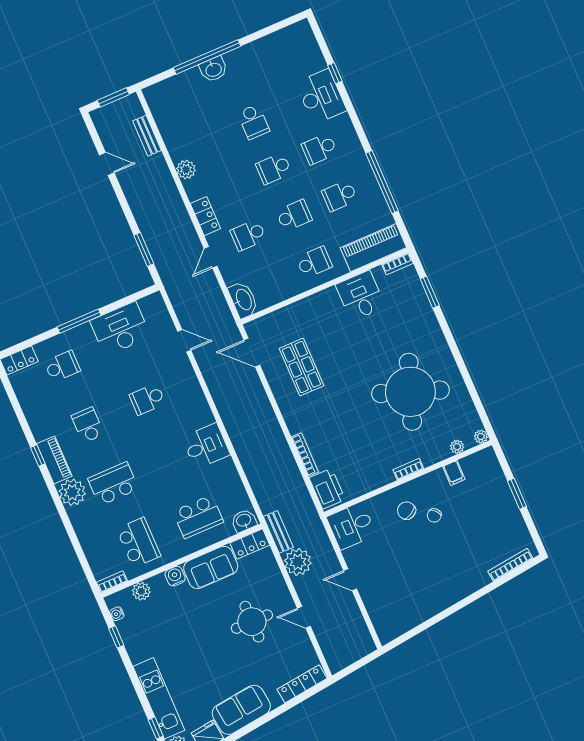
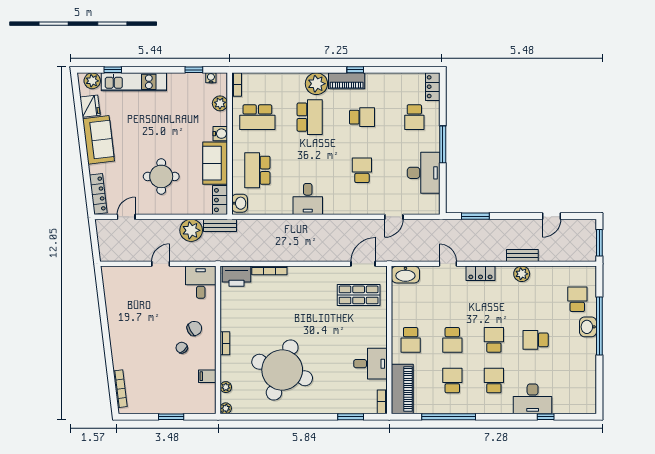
bench: (147, 136) -> (522, 256), moved
school desk: (248, 235) -> (577, 299), moved
shop shelf: (302, 367) -> (359, 295), moved
door: (304, 617) -> (126, 217), moved

